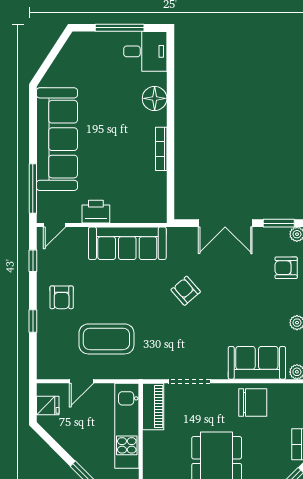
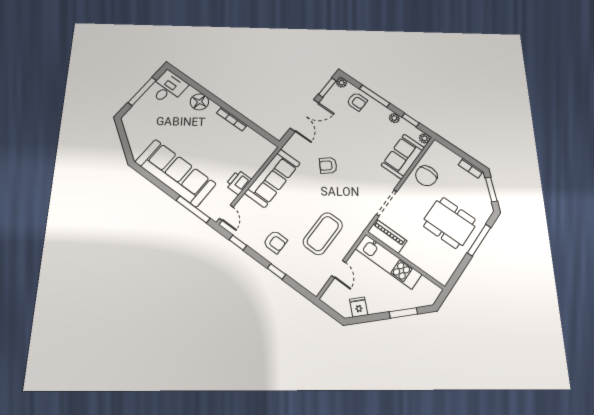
armchair: (286, 268) -> (357, 102), turned -90
chair: (253, 403) -> (426, 176), turned 180
fridge: (48, 405) -> (359, 307), moved, turned -45

